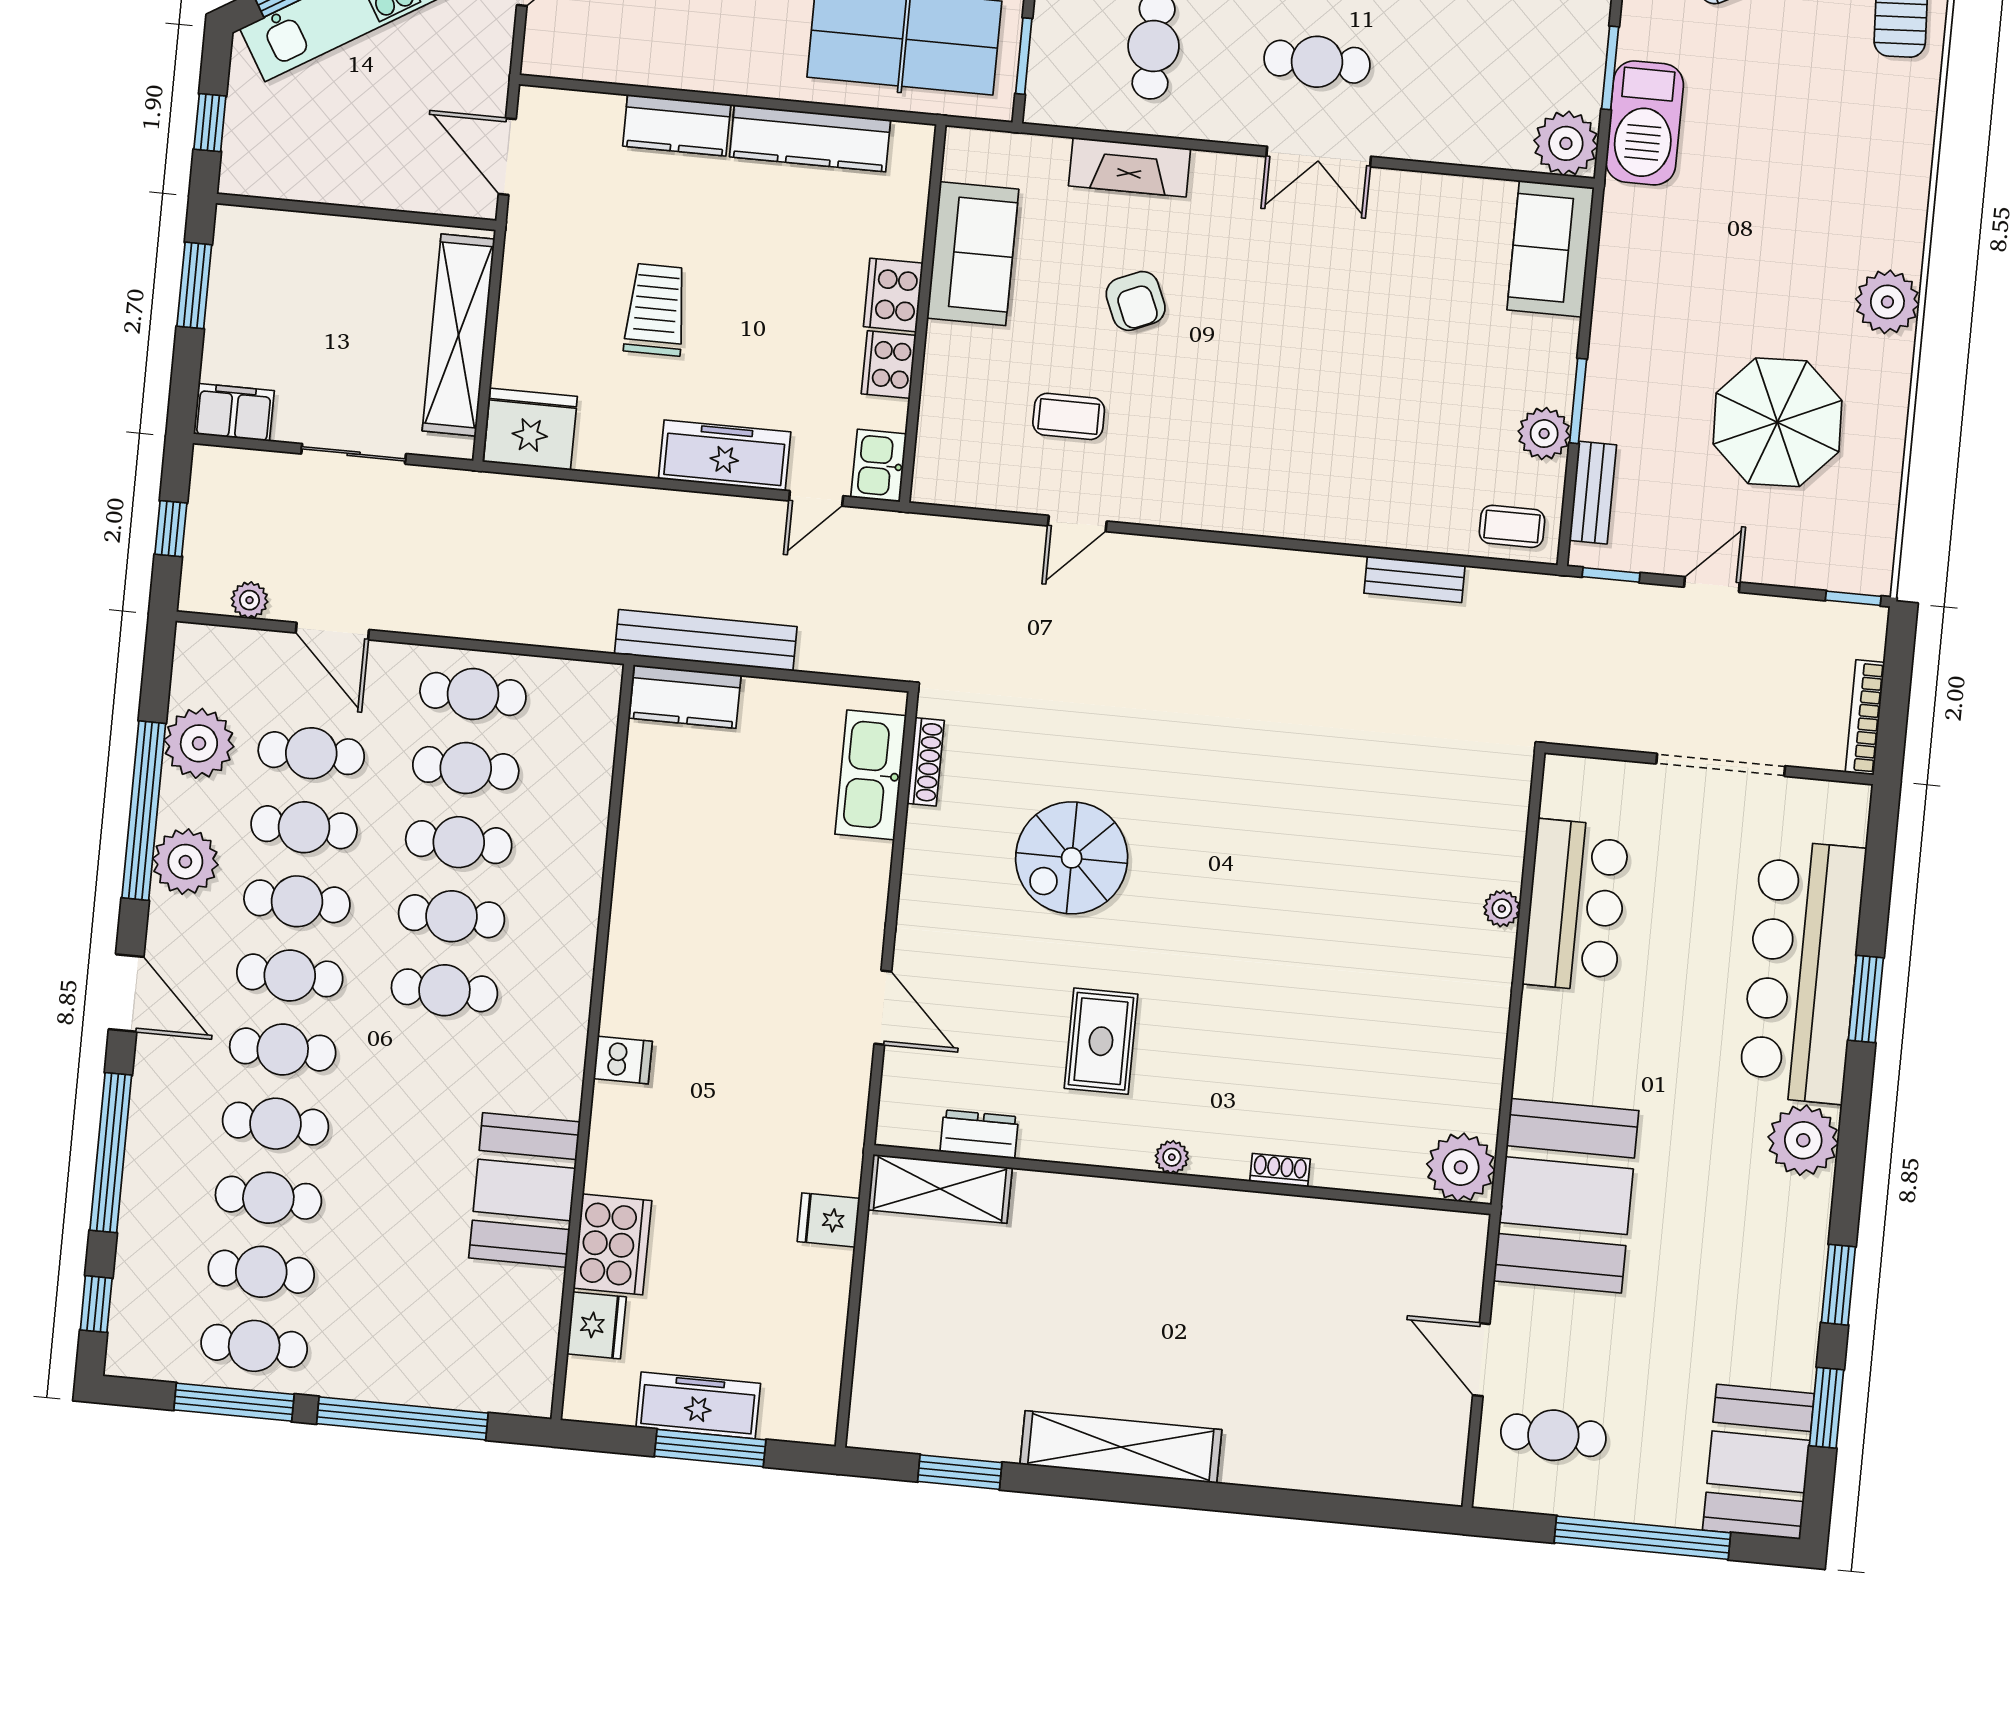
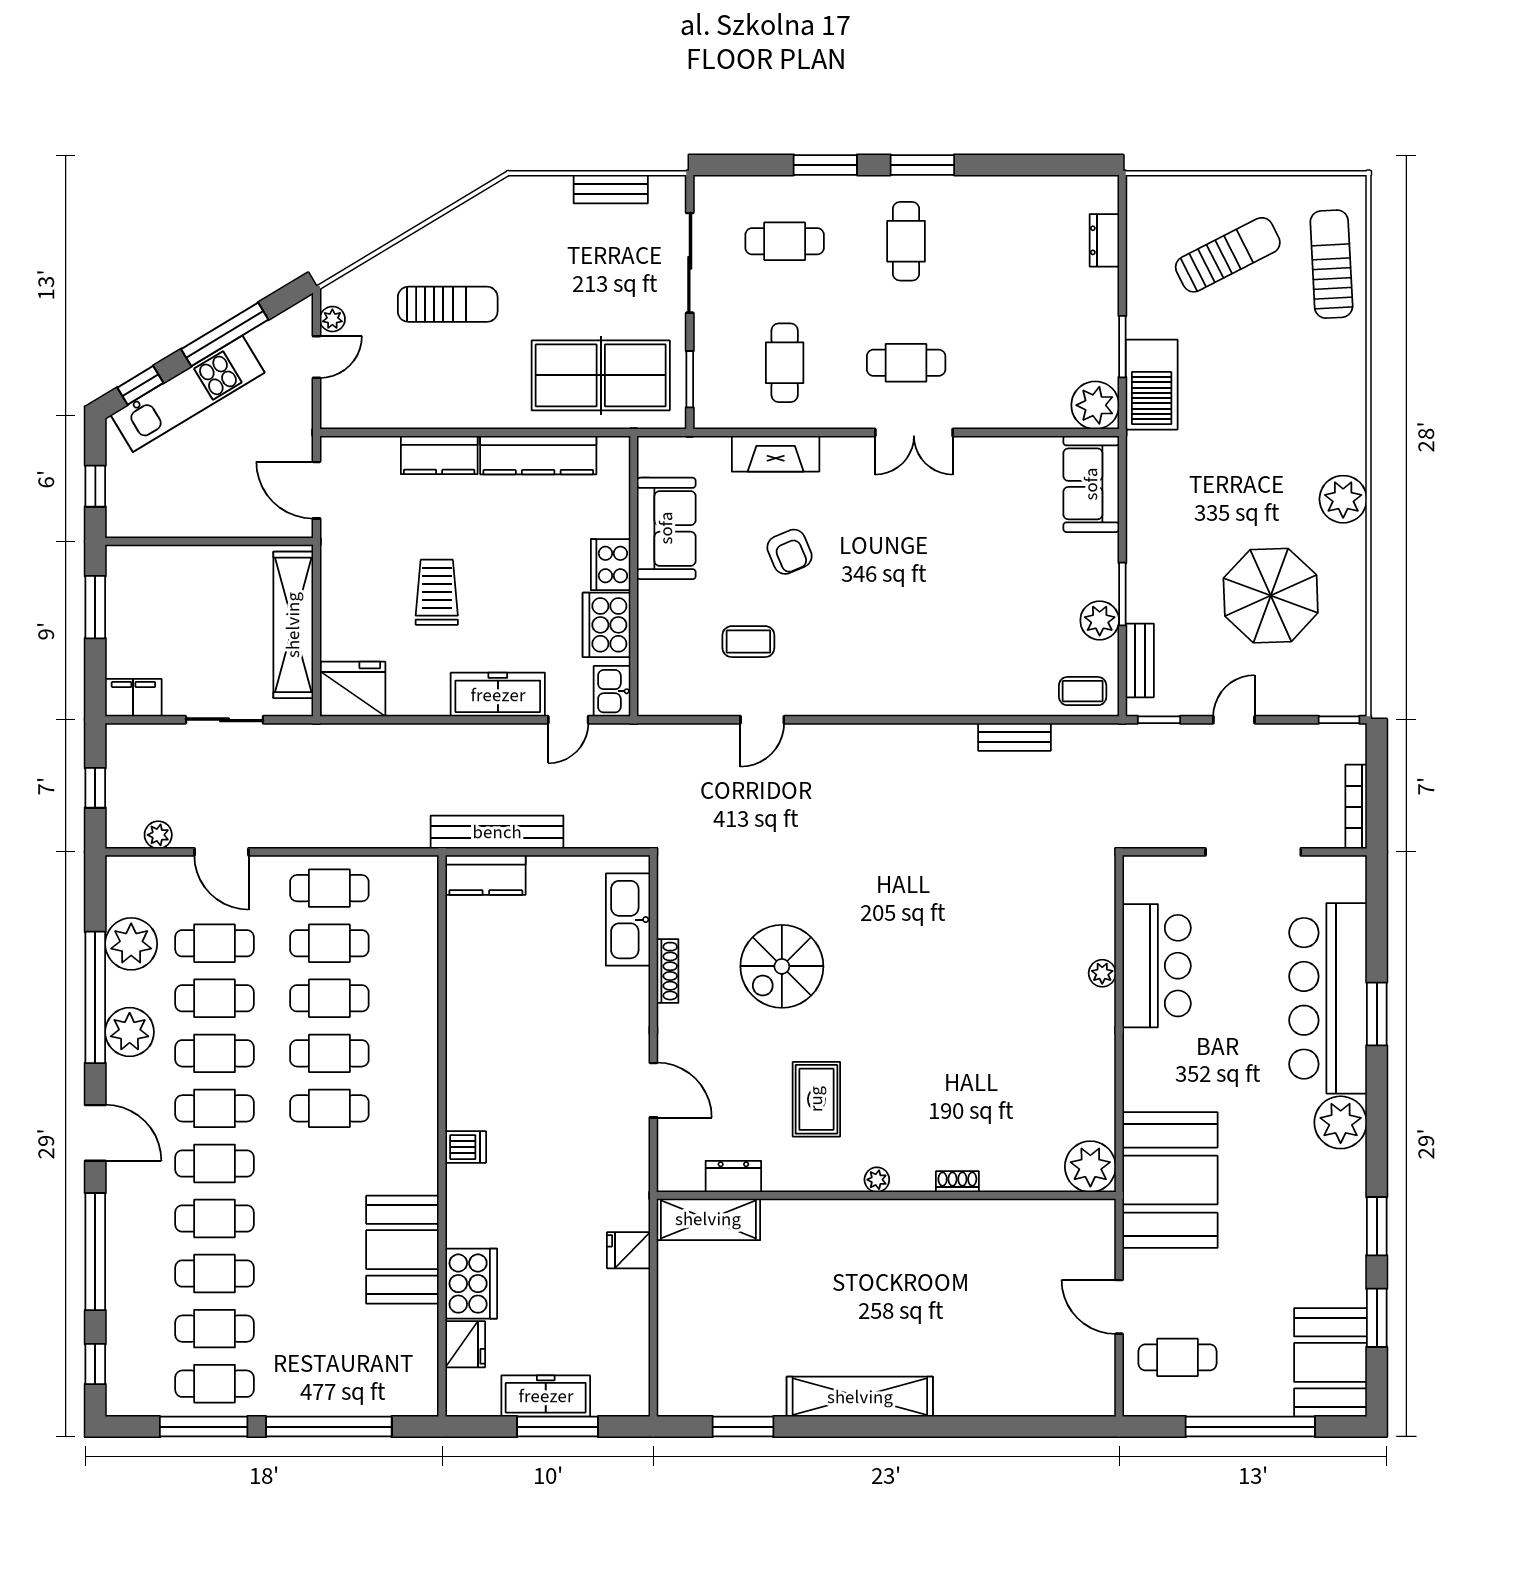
cooker: (889, 365) -> (607, 625), width x1.37, depth x1.31
shoe rack: (926, 762) -> (668, 971), moved

